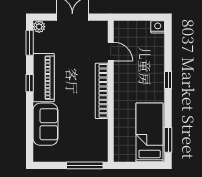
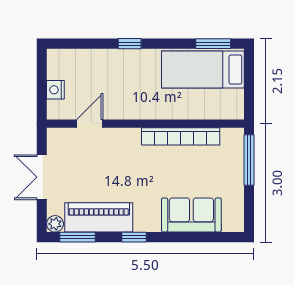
nightstand: (158, 27) -> (55, 90), moved
piano: (44, 78) -> (99, 217), moved
bookcase: (102, 91) -> (181, 136), moved

